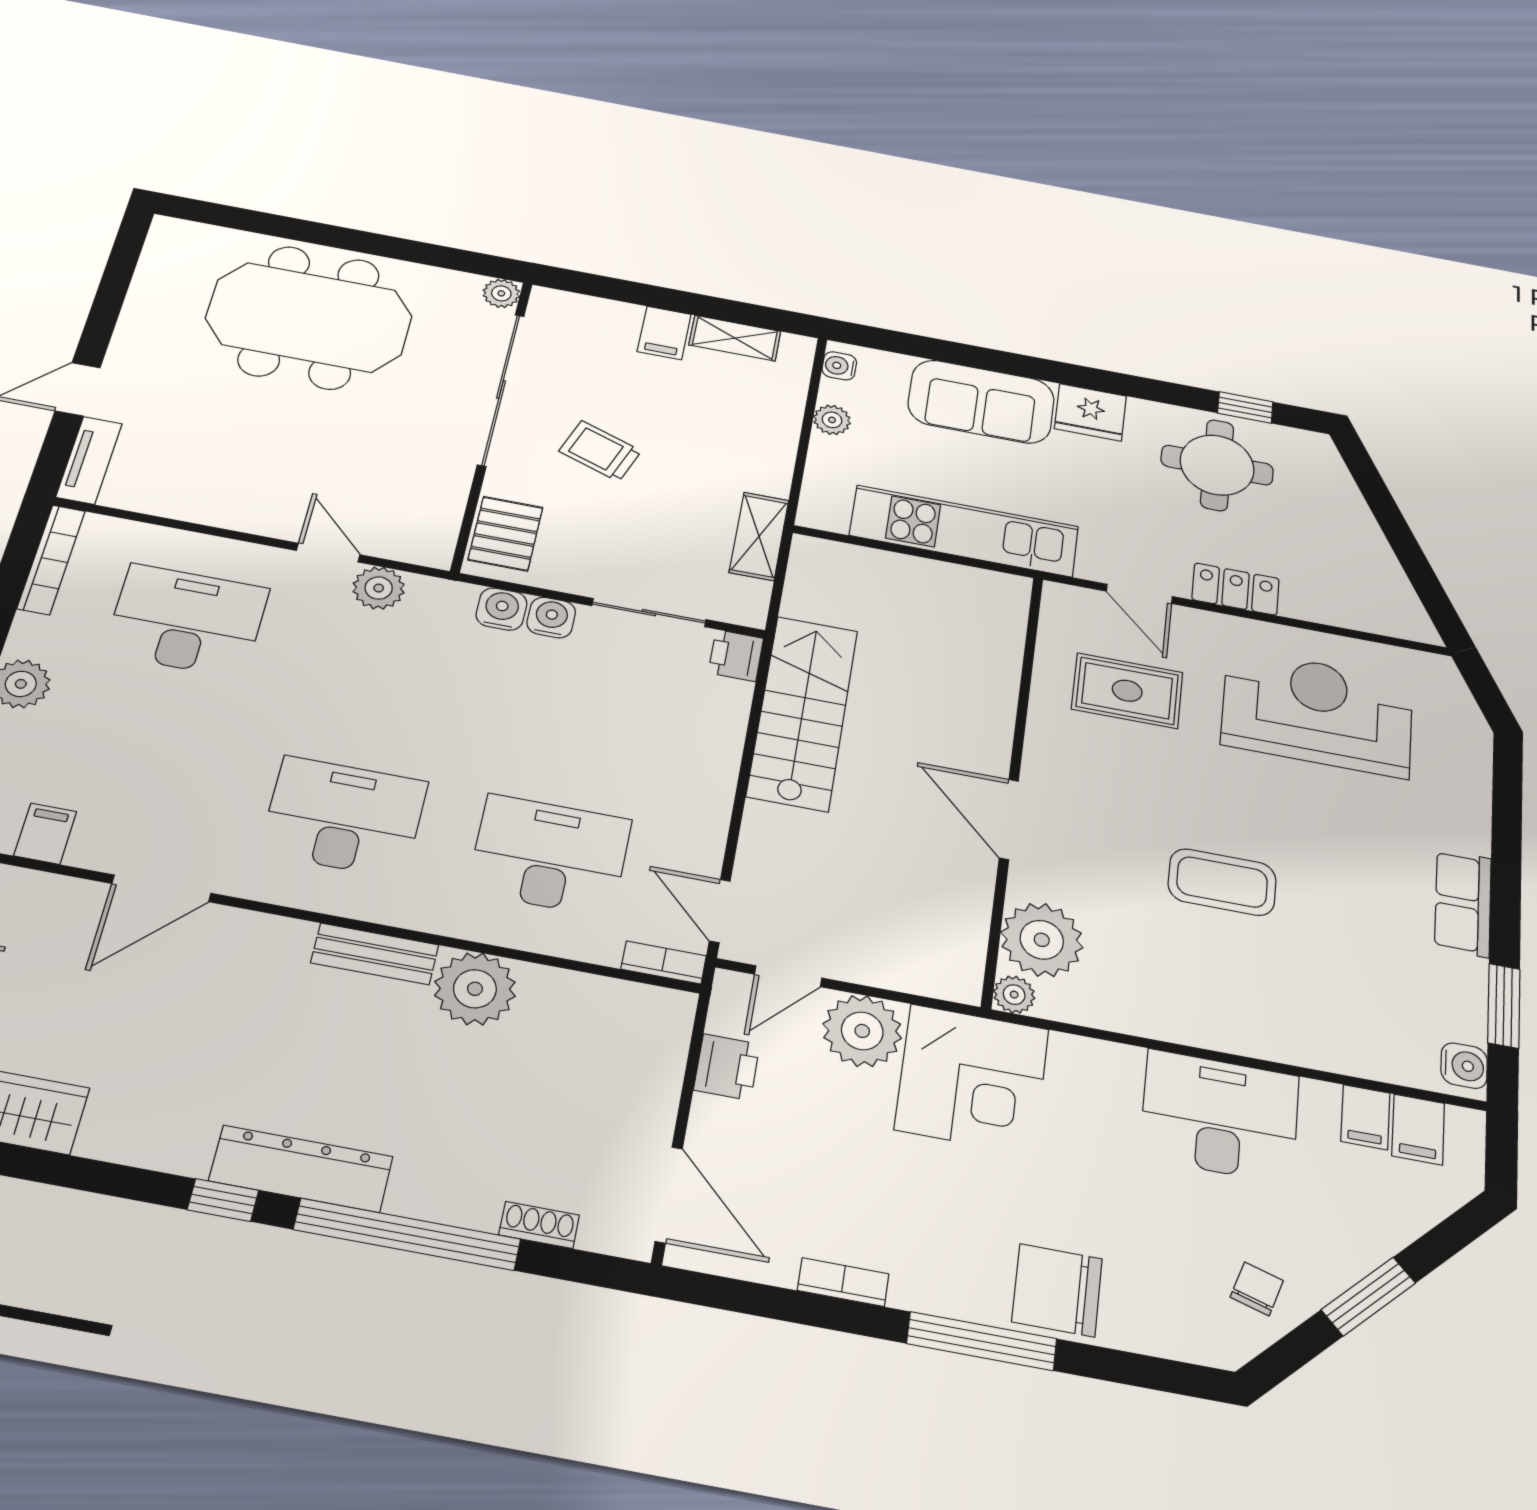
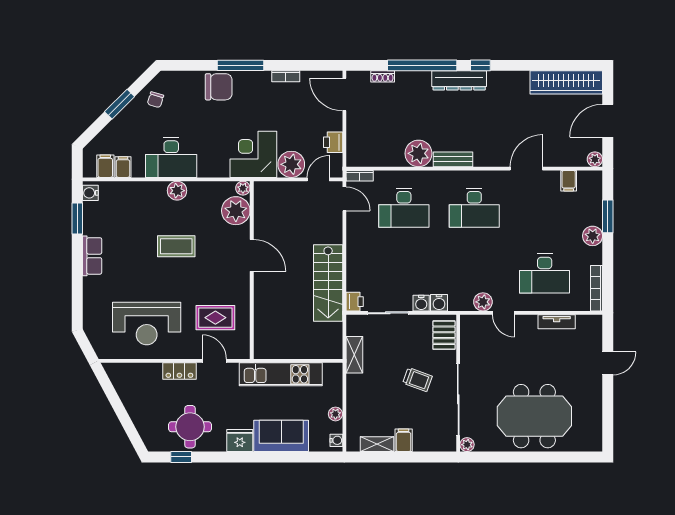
tv unit: (89, 460) -> (557, 322), moved, turned -90
plant: (1209, 1024) -> (177, 191), added

